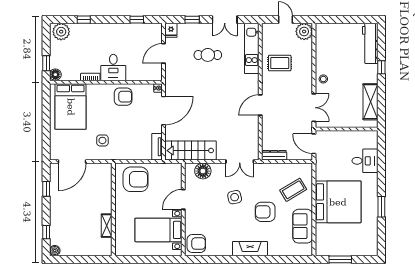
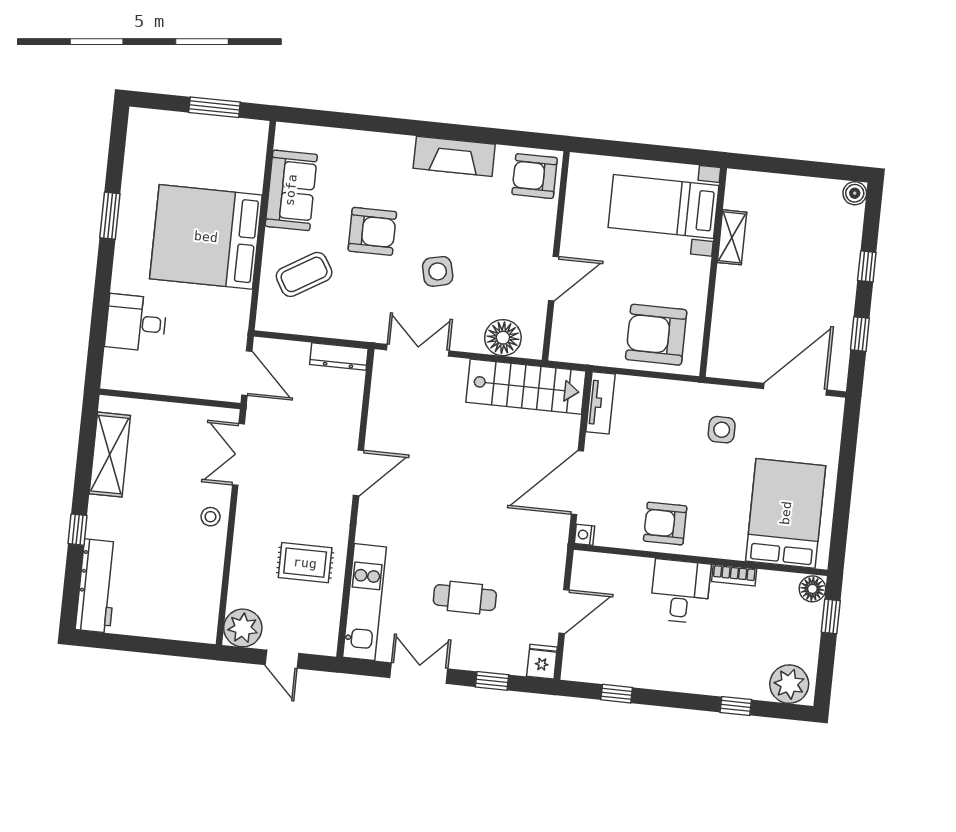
bed with nightstands: (159, 230) -> (664, 206), moved, turned 180
window: (46, 232) -> (867, 266), moved
fireplace: (250, 249) -> (454, 156), moved

